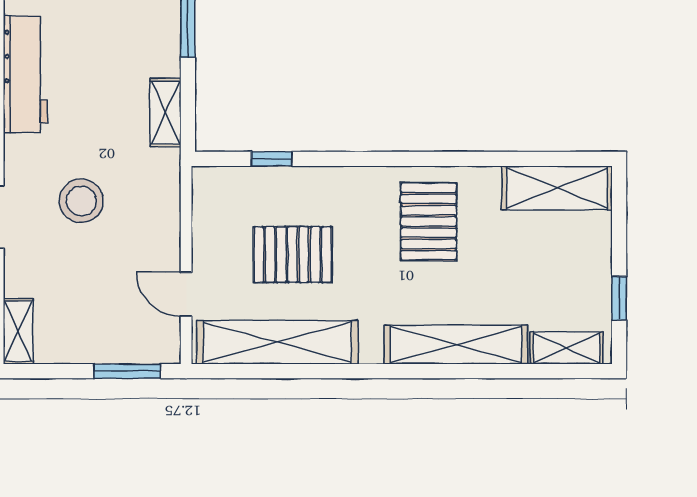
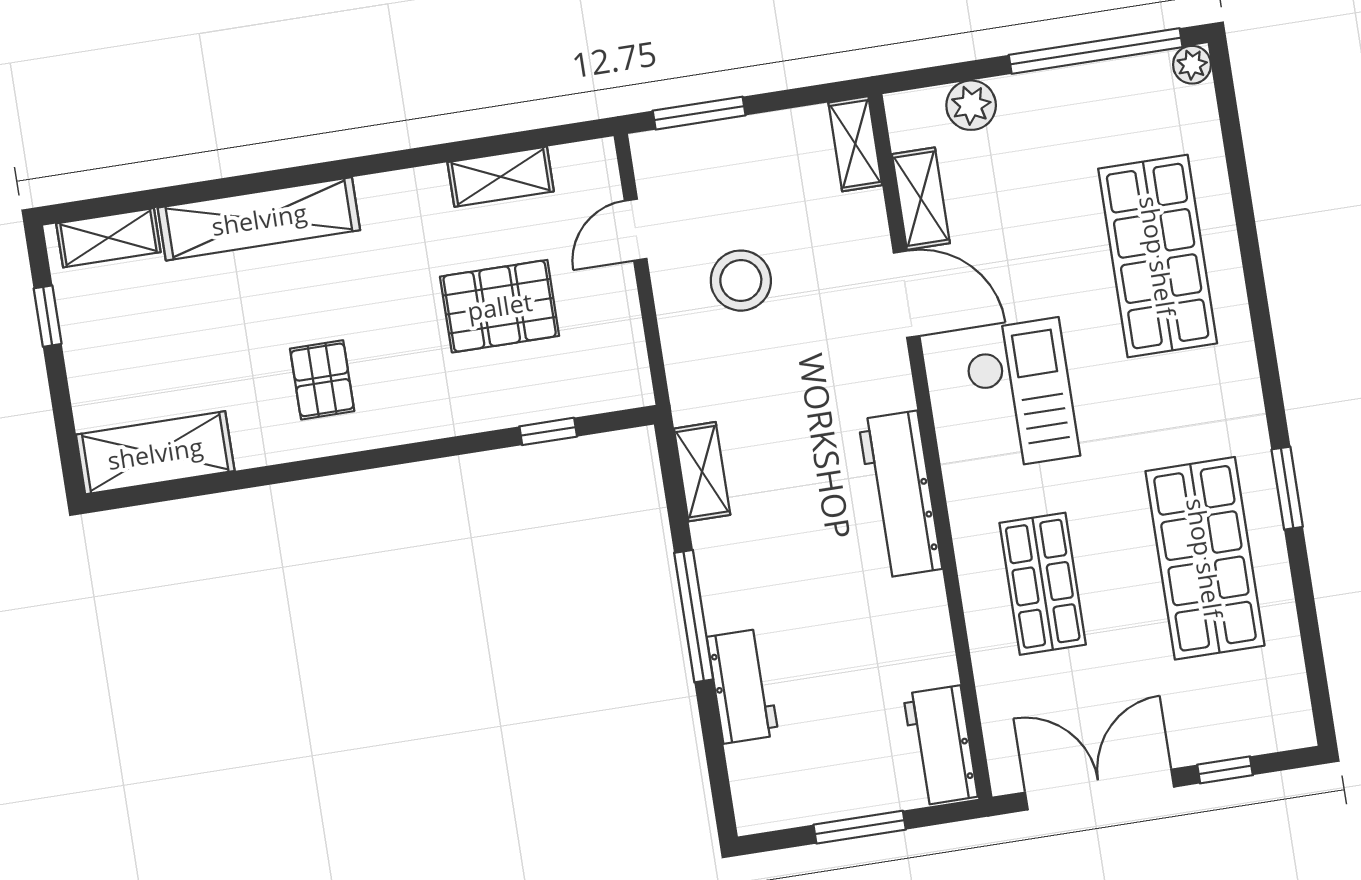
stool: (81, 201) -> (741, 281), moved
pallet: (429, 221) -> (322, 380), width x0.67, depth x0.71
door: (186, 294) -> (636, 230), swing flipped
shelving: (277, 342) -> (501, 177), width x0.45, depth x0.75

